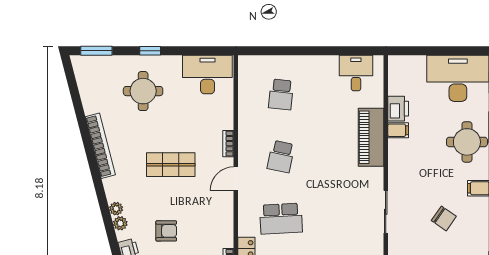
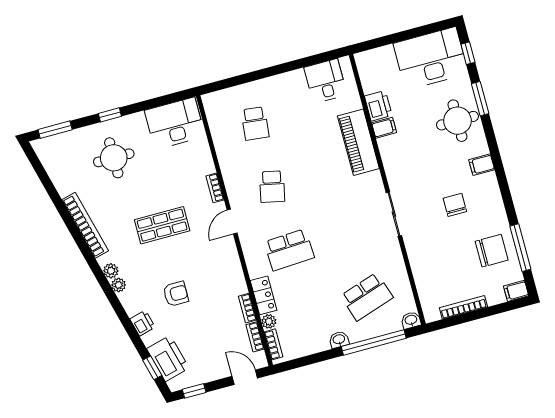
chair: (444, 218) -> (455, 205), turned -125
plant: (120, 223) -> (111, 271), moved

